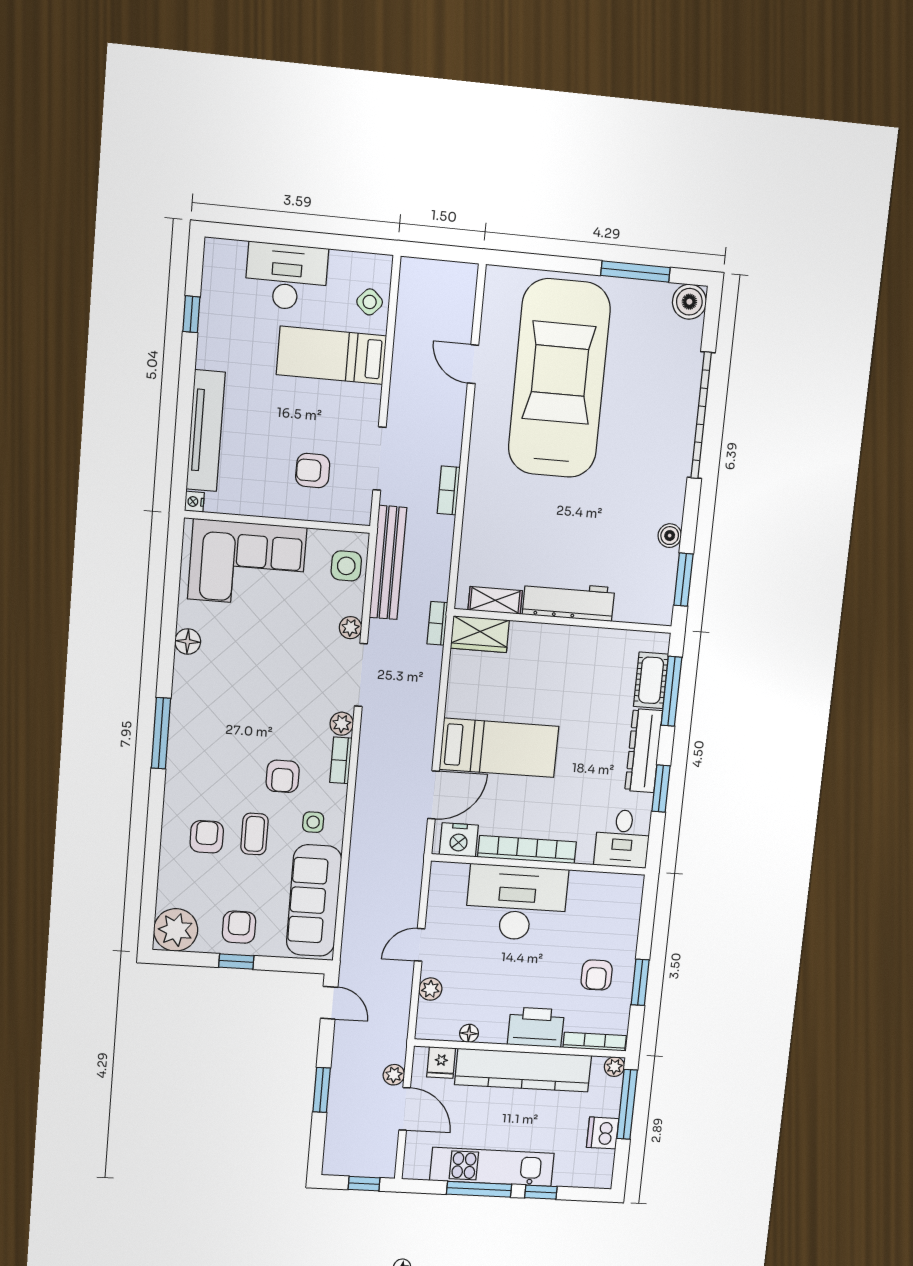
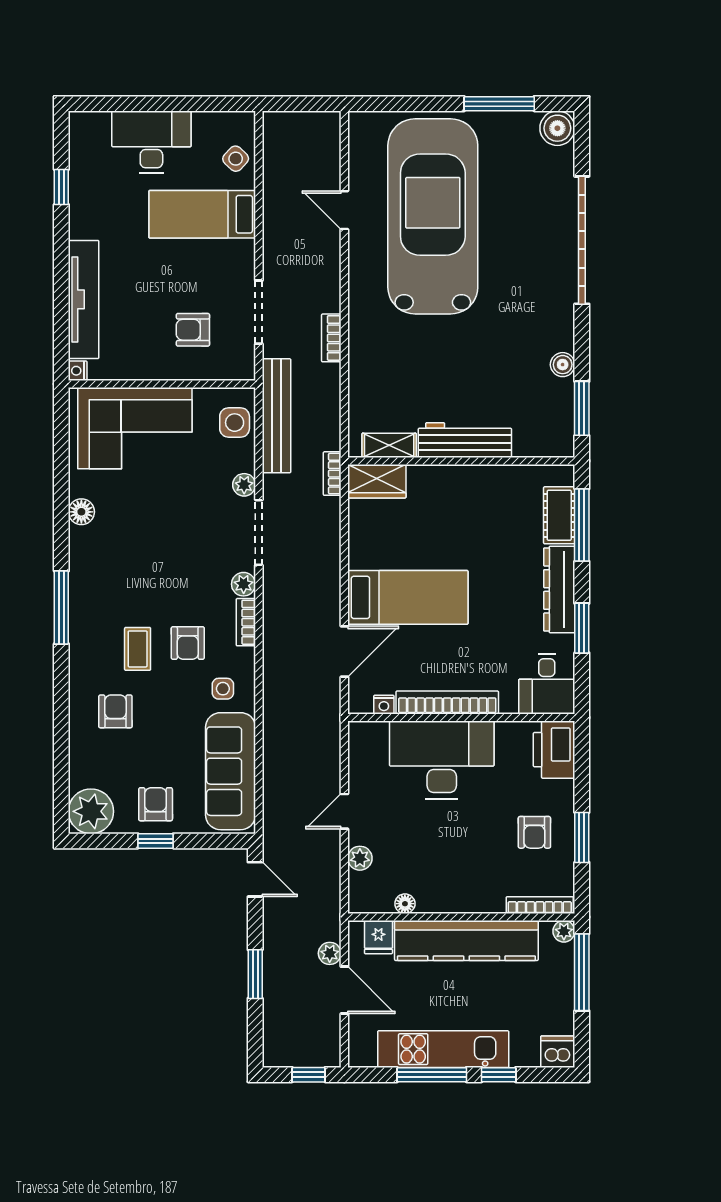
coffee table: (255, 834) -> (138, 649), moved
nightstand: (459, 840) -> (384, 705), width x0.53, depth x0.56
printer: (536, 1027) -> (554, 750), moved, turned -90
dishwasher: (603, 1133) -> (558, 1052), moved, turned 90

